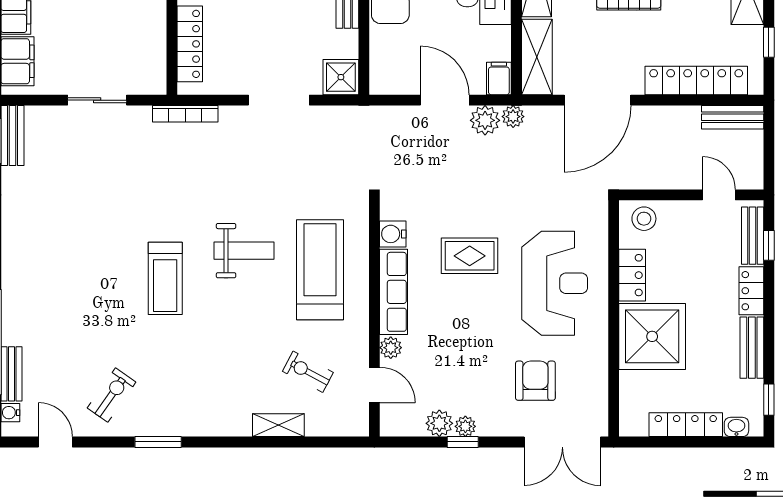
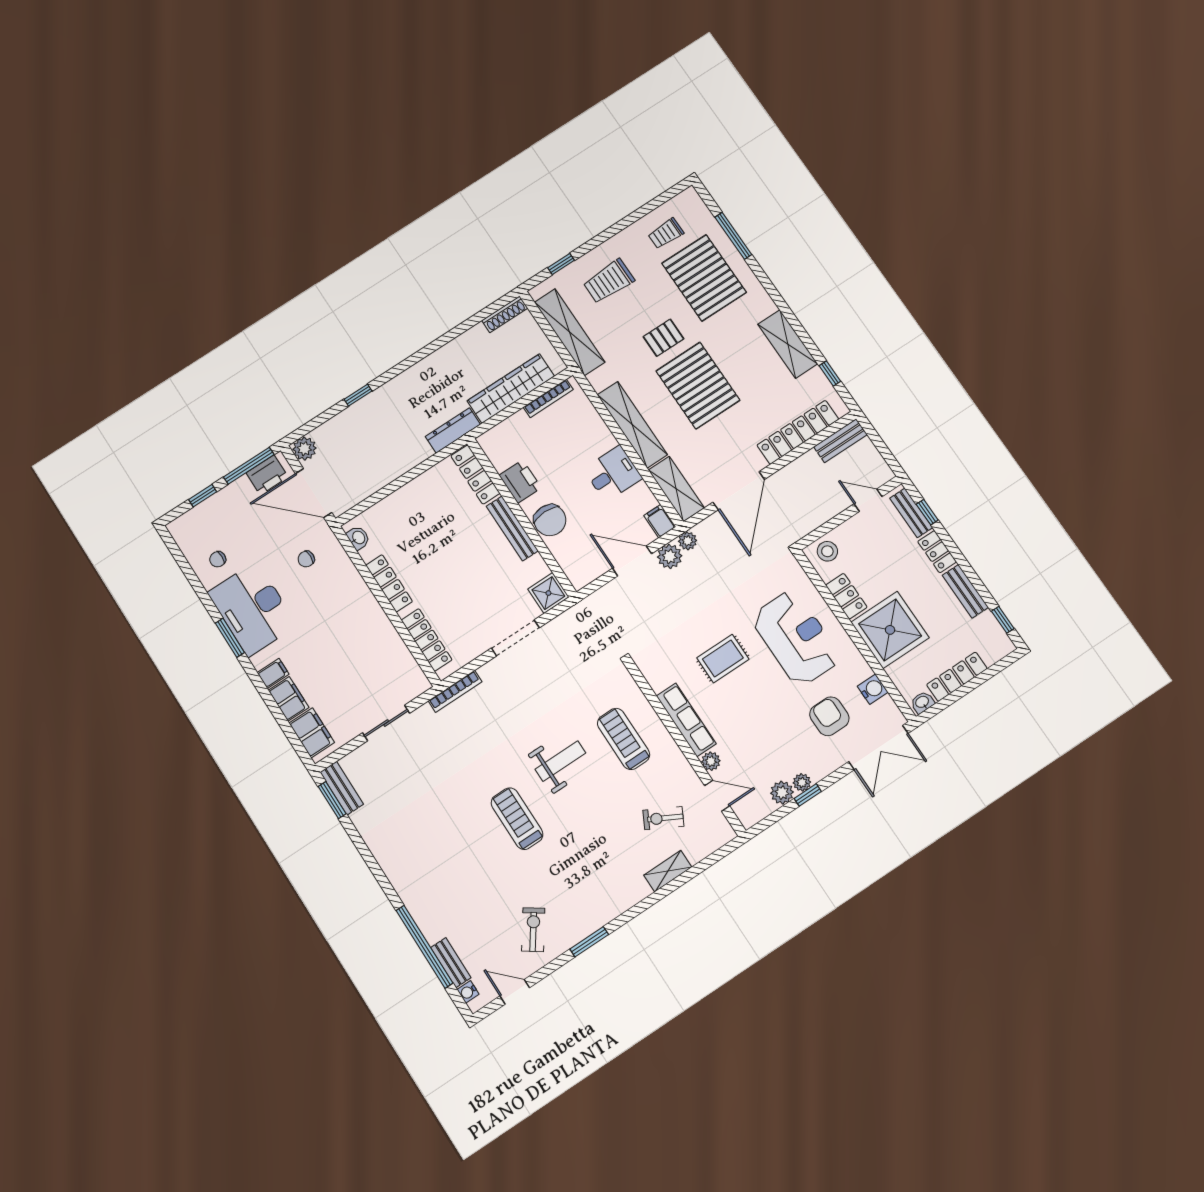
water cooler: (393, 234) -> (873, 689), moved, turned 180
treadmill: (320, 270) -> (624, 739), width x0.73, depth x0.73
treadmill: (165, 278) -> (517, 819), turned 180
washbasin: (736, 427) -> (922, 702), moved

